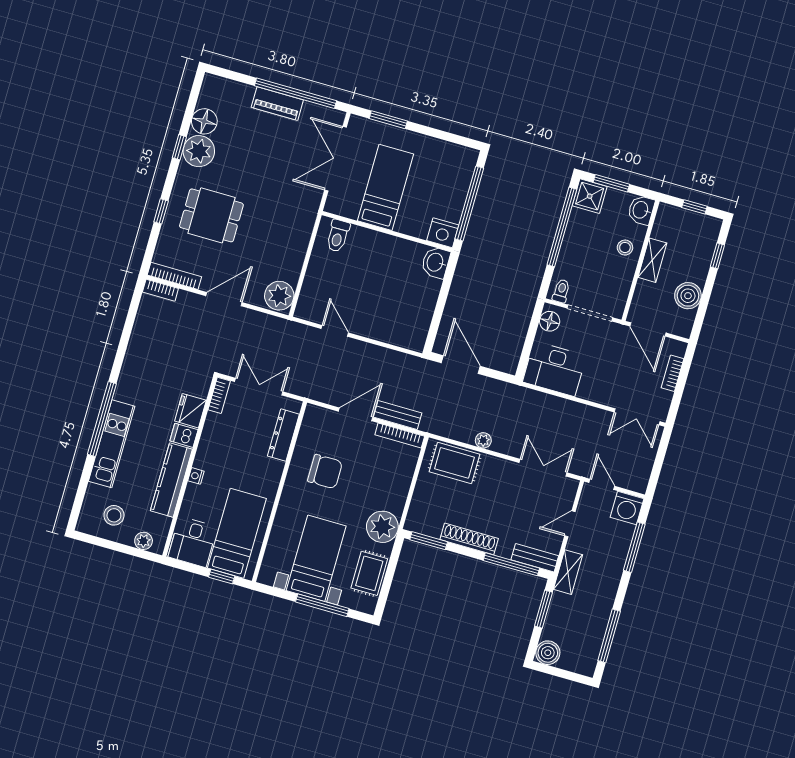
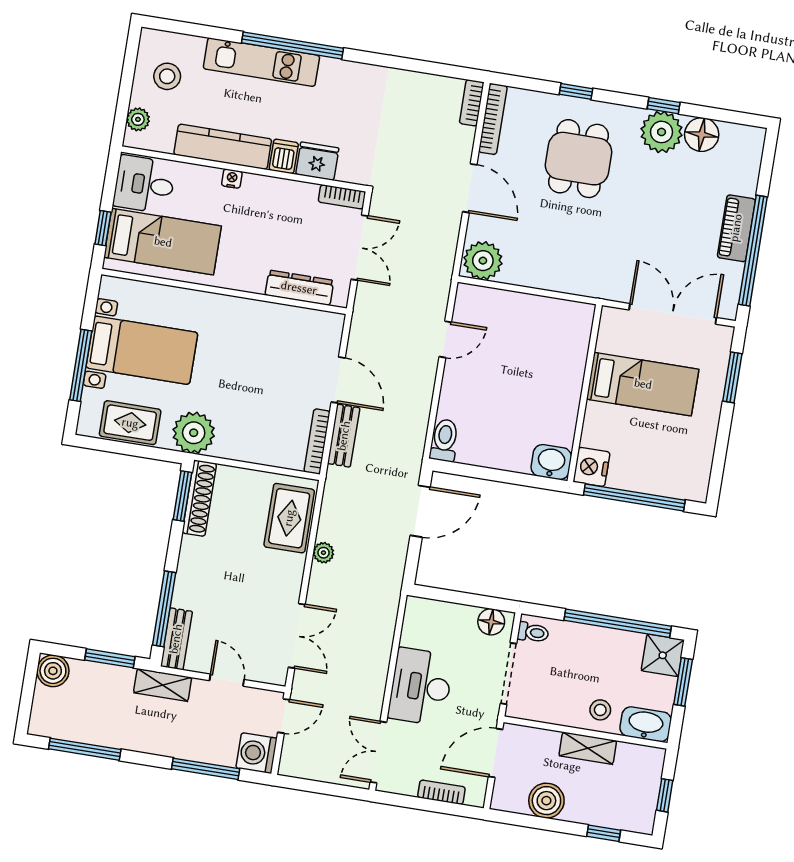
washbasin: (641, 210) -> (646, 724), width x1.38
toilet: (338, 236) -> (444, 440), moved, turned 90
desk: (554, 369) -> (421, 687), moved
chair: (325, 472) -> (258, 348), removed
shoe rack: (469, 539) -> (199, 498), moved

